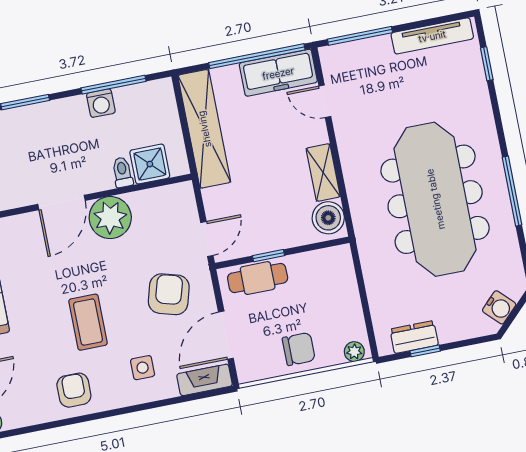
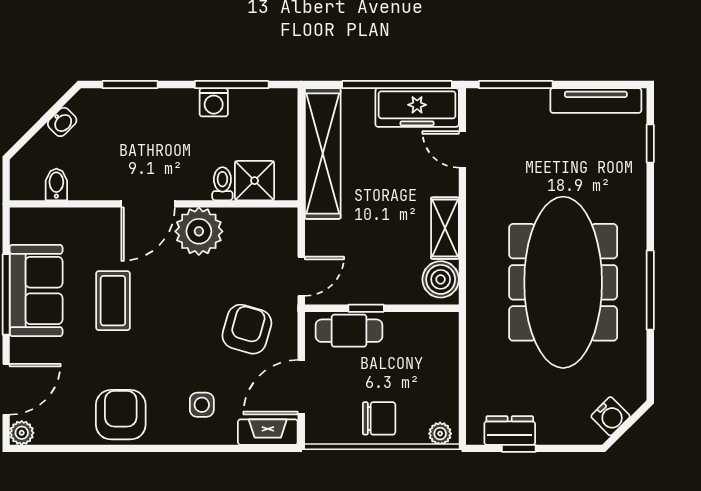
coffee table: (88, 322) -> (113, 301), moved
armchair: (74, 390) -> (121, 415), width x1.38, depth x1.38

